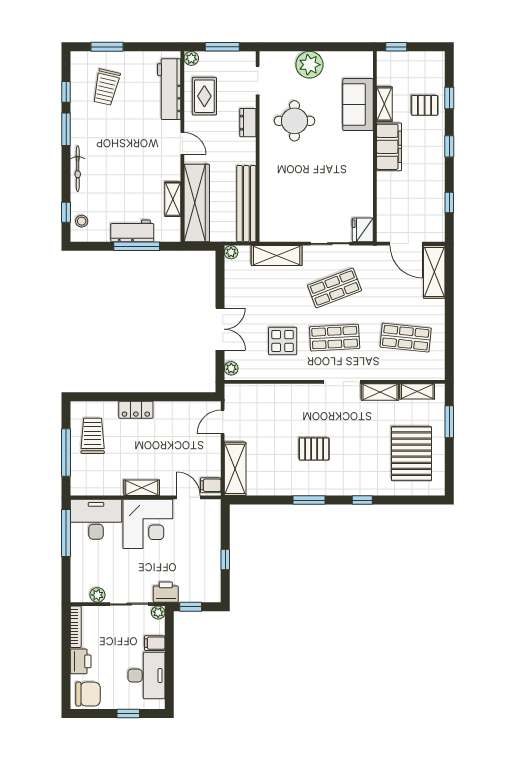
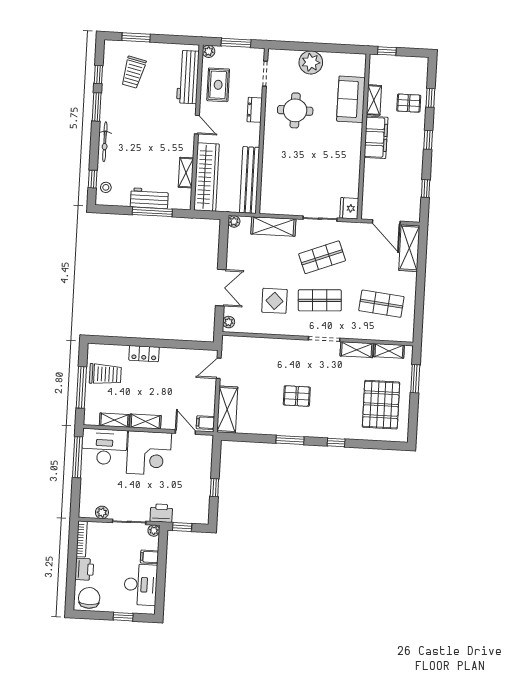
trolley: (93, 436) -> (105, 374), turned 90
shelving: (106, 488) -> (114, 420), added
chair: (88, 694) -> (89, 598), turned -90

